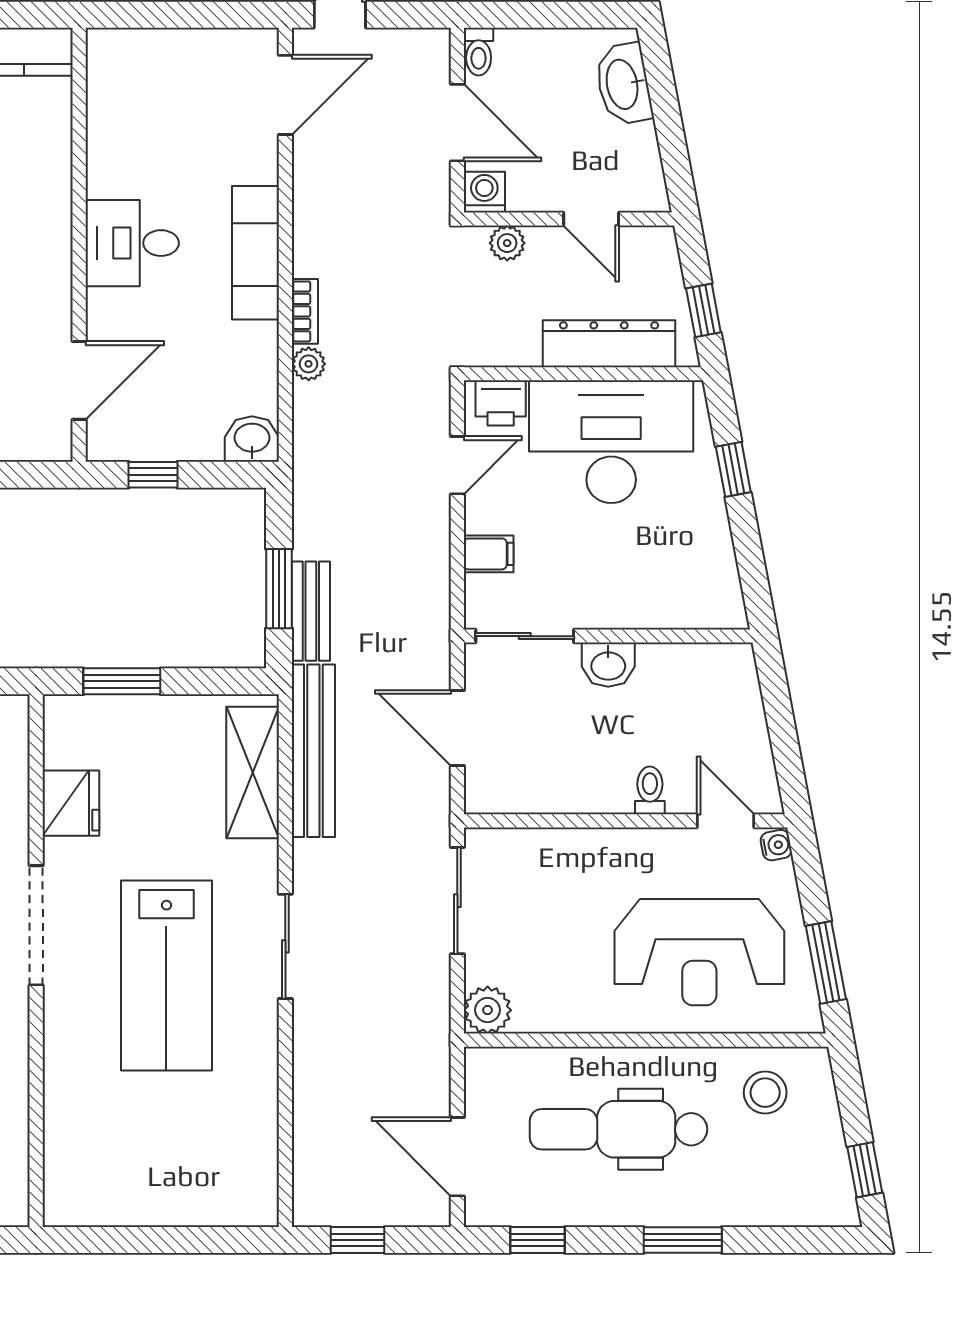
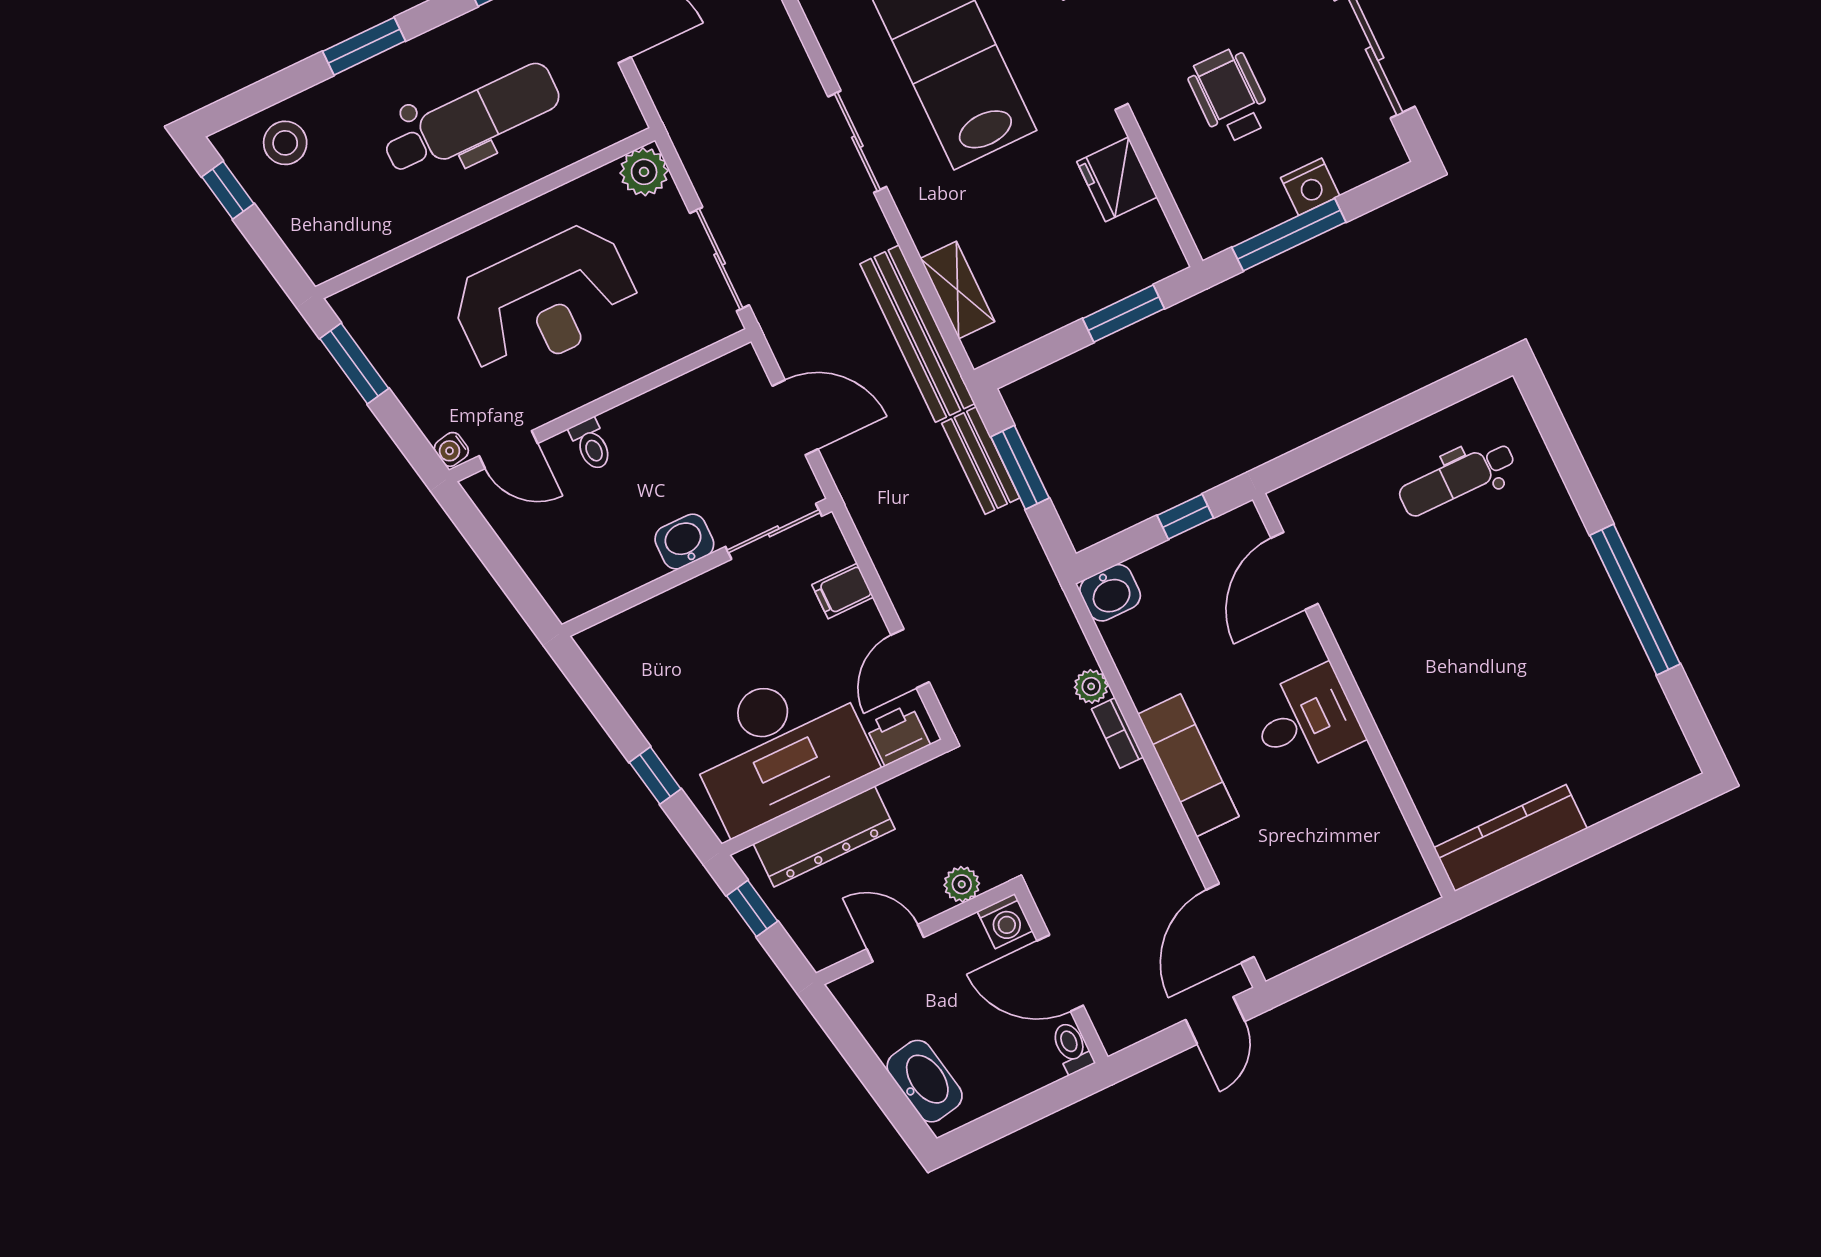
shelving: (253, 772) -> (957, 290), width x0.67, depth x0.75
reception desk: (699, 952) -> (545, 301), moved, turned 180
stool: (765, 1093) -> (285, 143), moved

